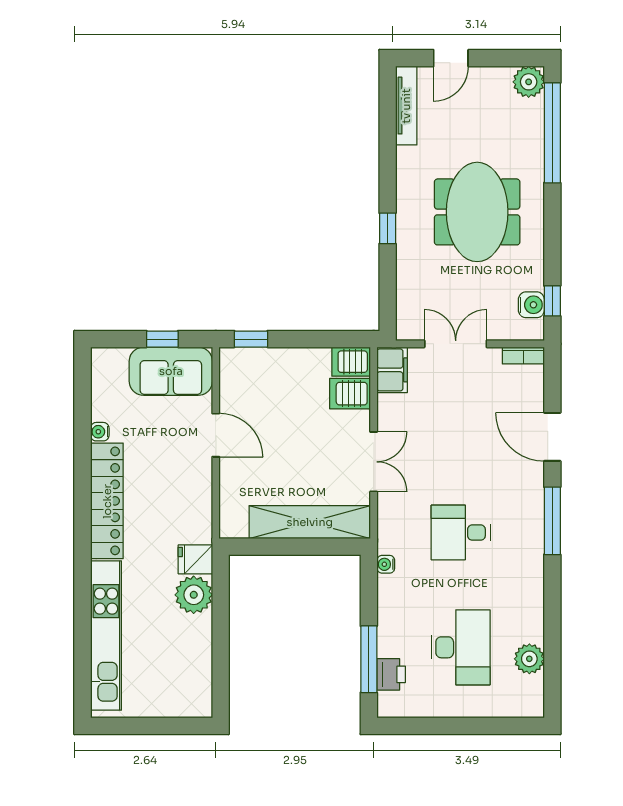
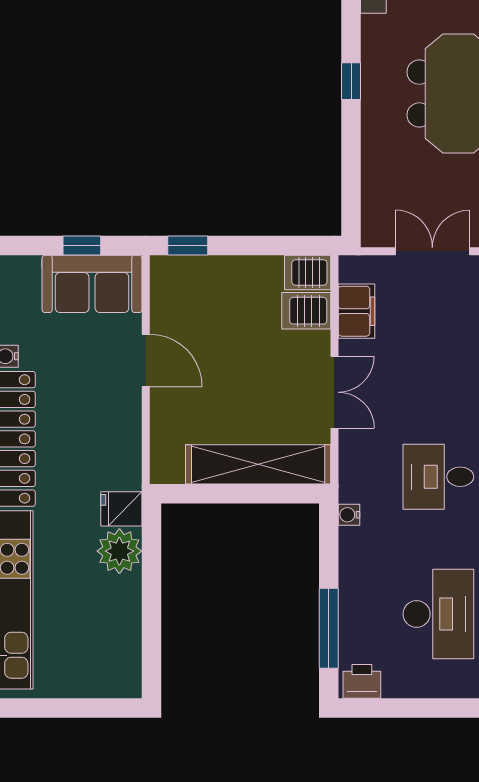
window: (388, 228) -> (351, 81), moved
filing cabinet: (392, 370) -> (356, 311), moved
printer: (391, 674) -> (362, 681), moved, turned -90

